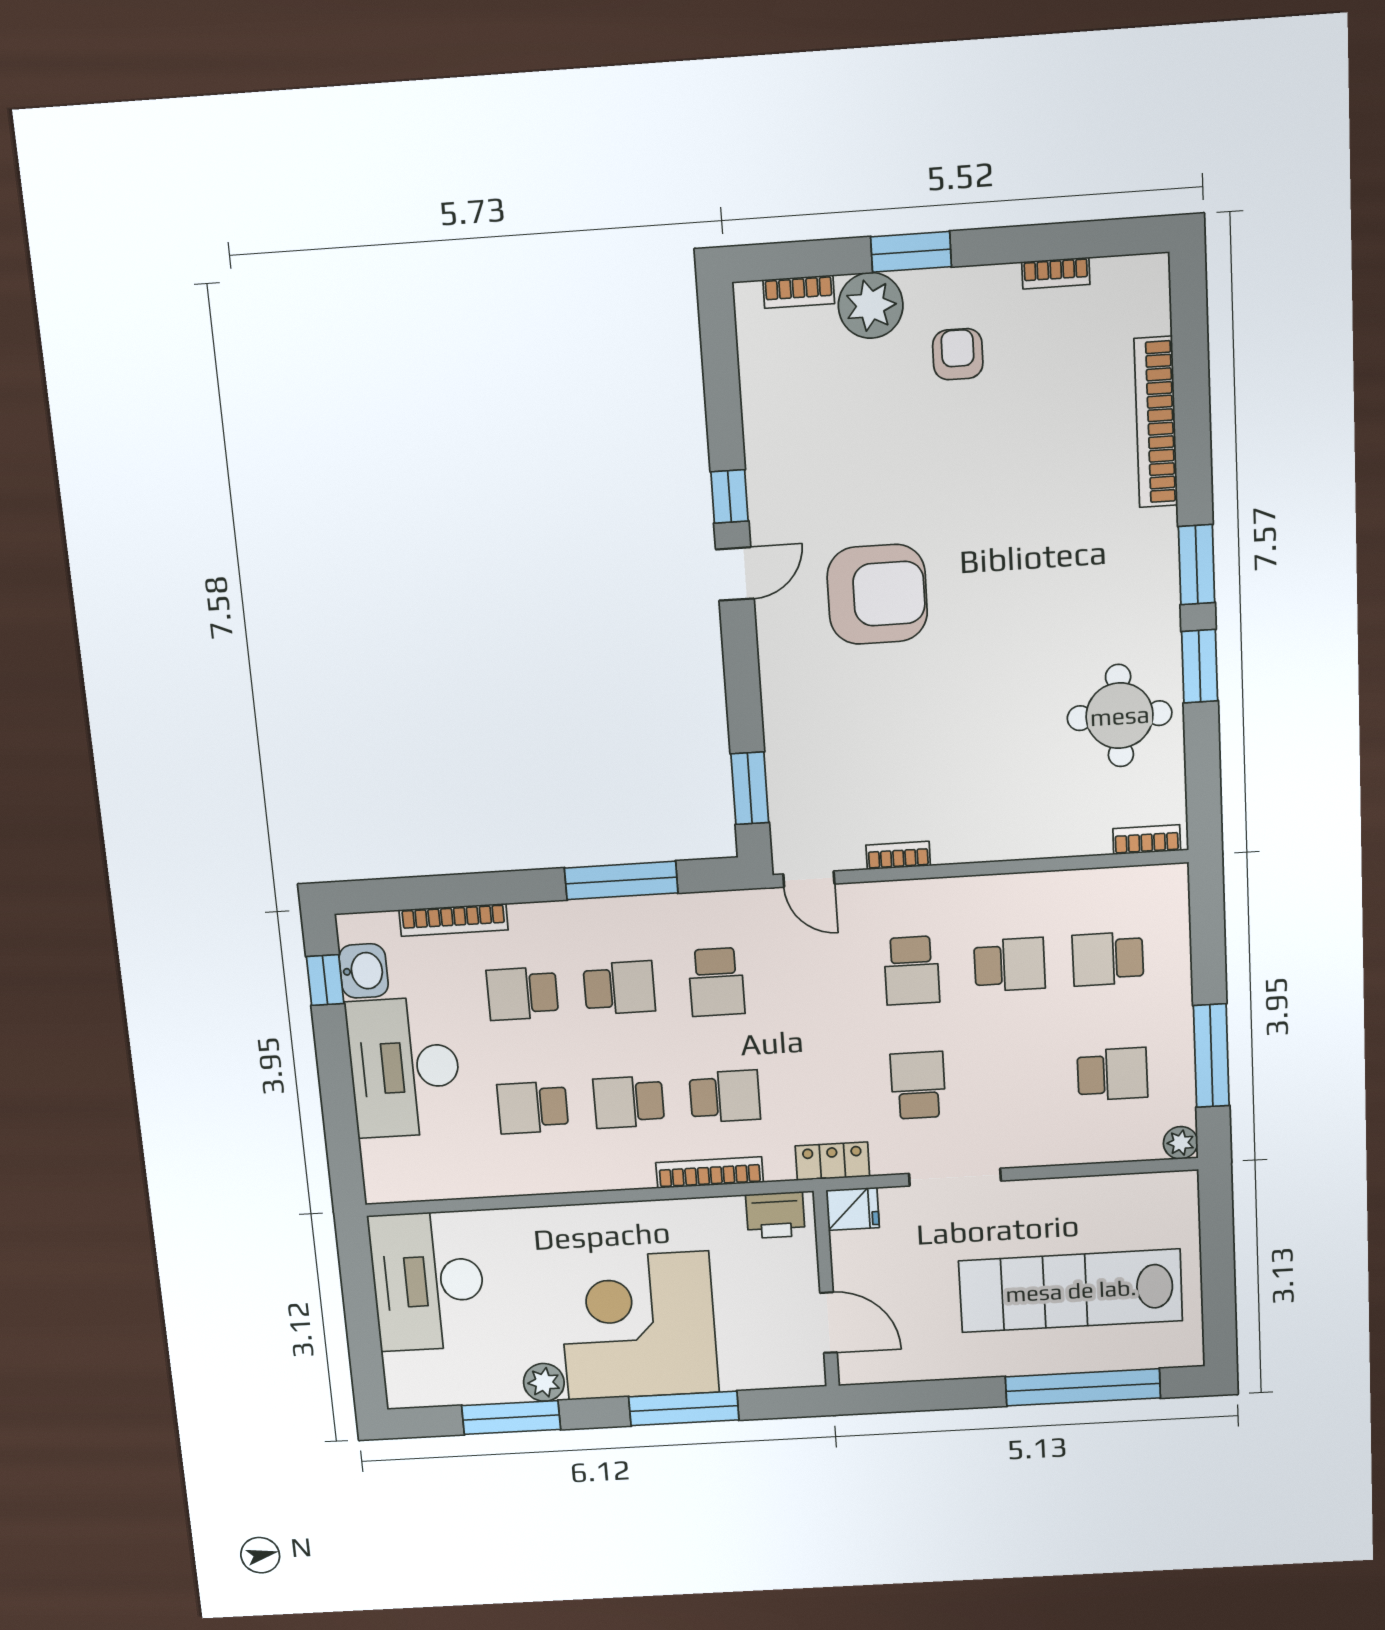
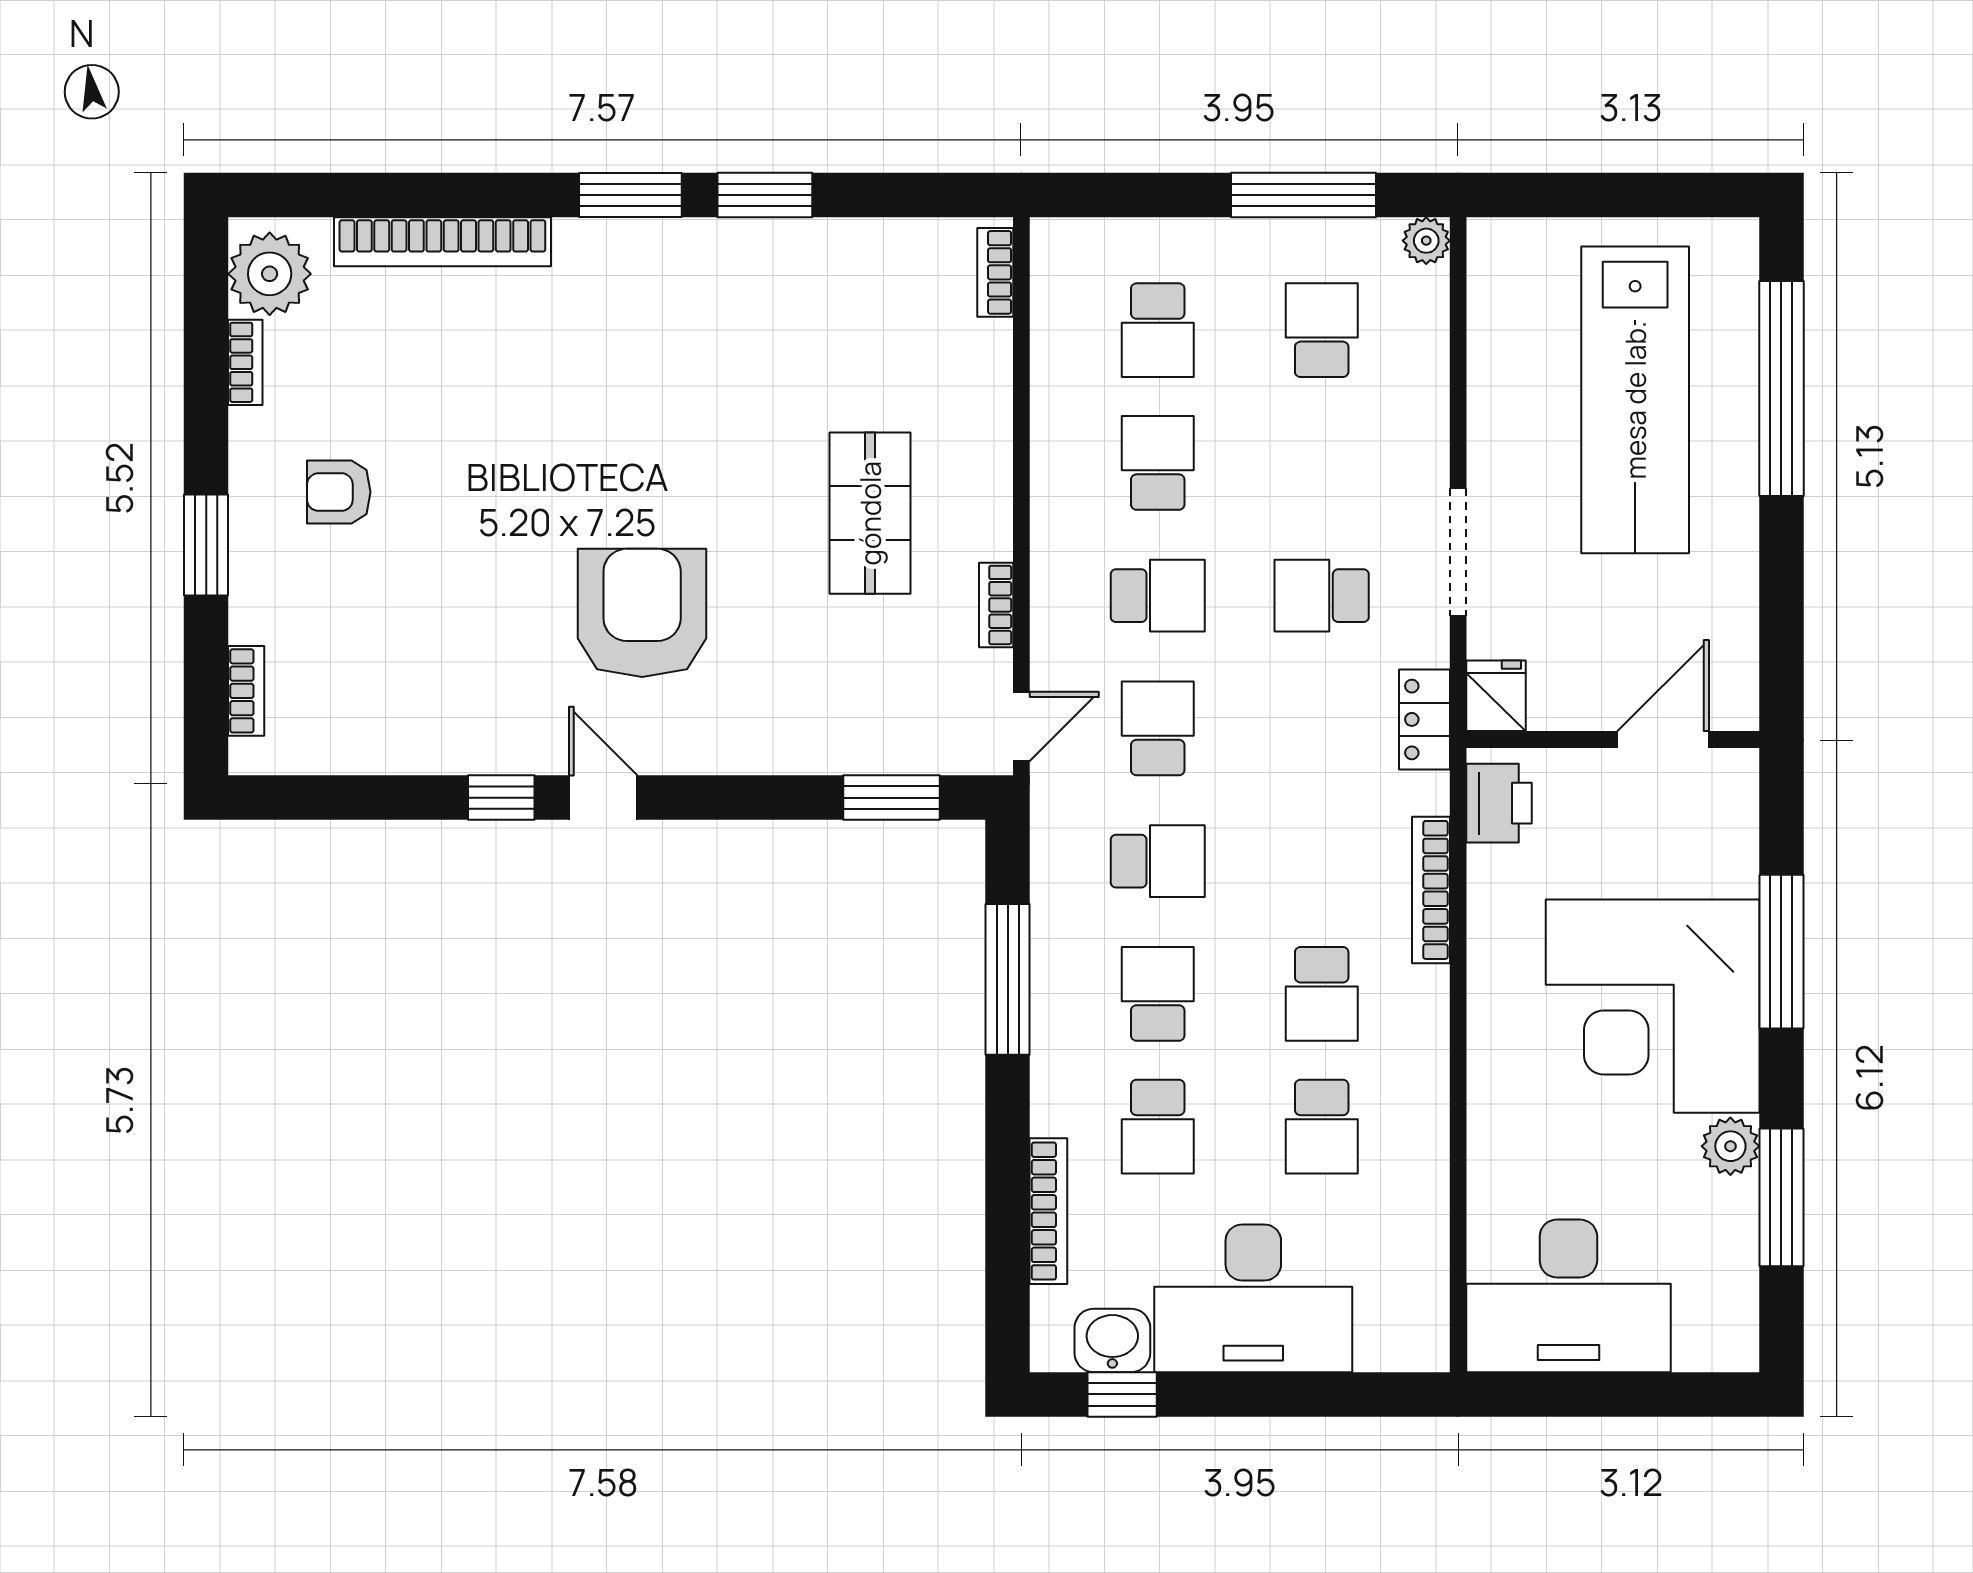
plant: (871, 305) -> (270, 274), moved
round table: (1120, 716) -> (824, 302), removed
shop shelf: (962, 759) -> (870, 513), added
school desk: (725, 1096) -> (1158, 728), moved

